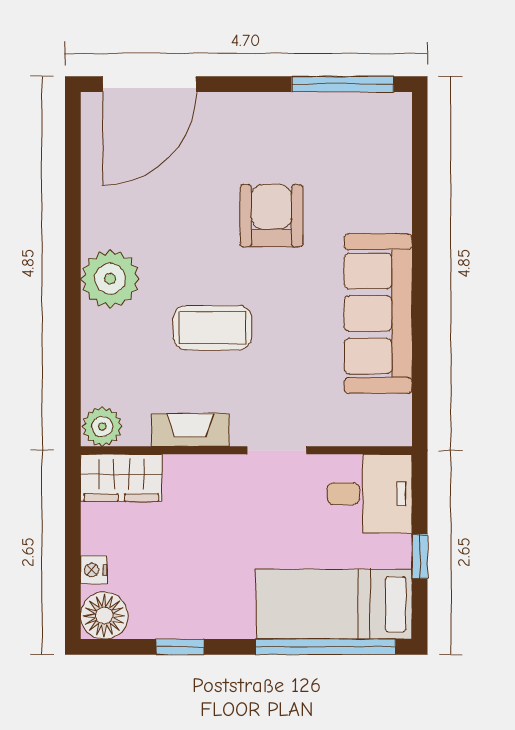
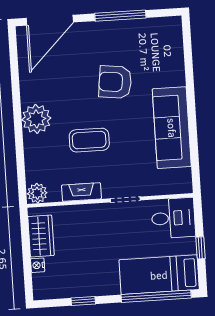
window: (343, 84) -> (120, 16), moved
armchair: (271, 216) -> (115, 82), turned -83
wardrobe: (121, 478) -> (41, 236), moved, turned -90
floor lamp: (104, 616) -> (44, 288), removed

